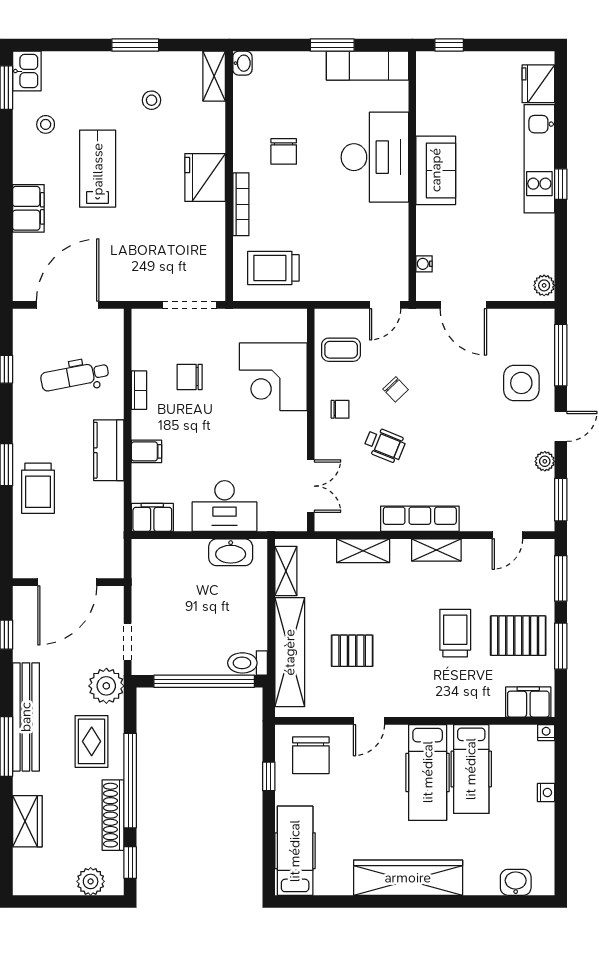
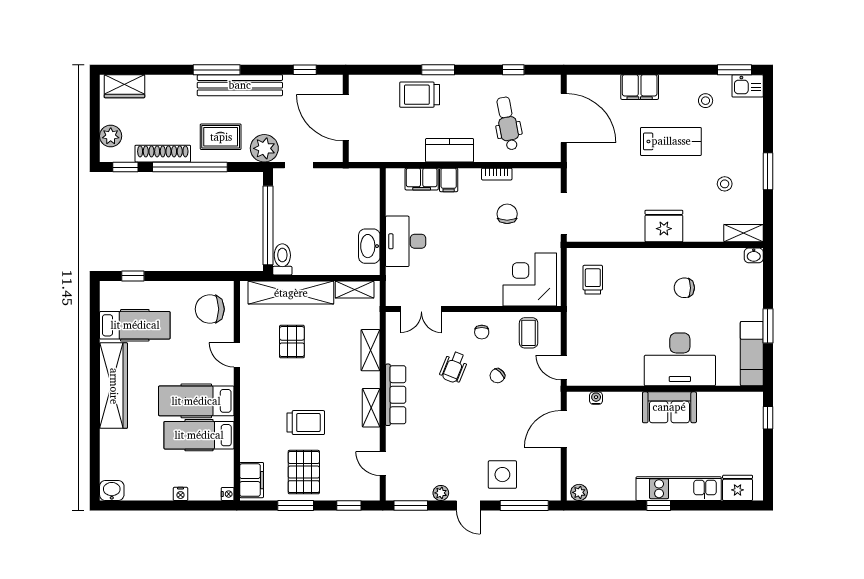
bookcase: (241, 204) -> (643, 254), removed
trolley: (273, 268) -> (593, 280), width x0.73, depth x0.72
corner desk: (273, 377) -> (530, 280), moved
filing cabinet: (152, 517) -> (422, 179), moved, turned 90
window: (561, 578) -> (349, 506), width x0.67
window: (269, 776) -> (133, 276), moved
wardrobe: (27, 821) -> (124, 86), moved
hospital bed: (295, 851) -> (135, 325), moved
washbasin: (516, 882) -> (112, 490), moved, turned -90

